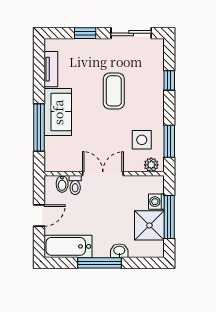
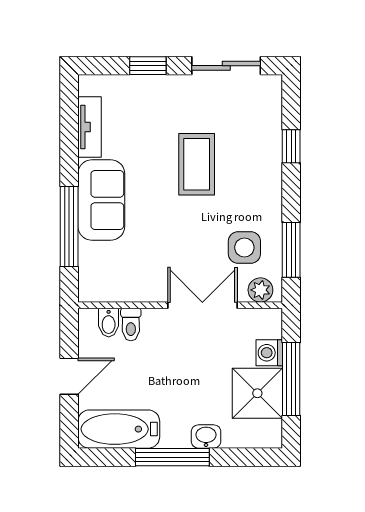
double door: (103, 174) -> (202, 305), moved

